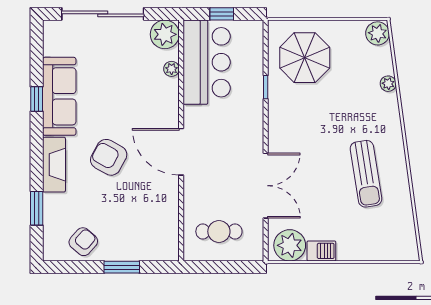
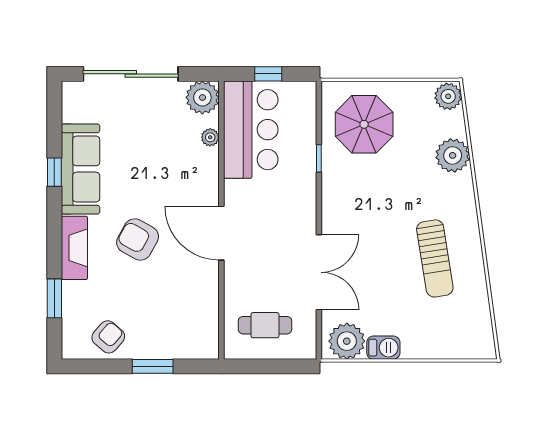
plant: (388, 84) -> (453, 155), width x1.87, depth x1.87

